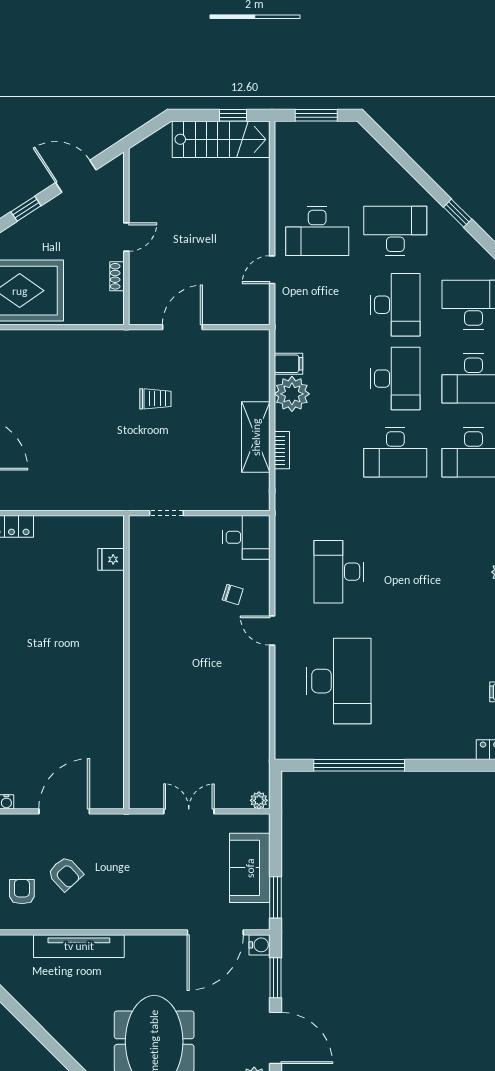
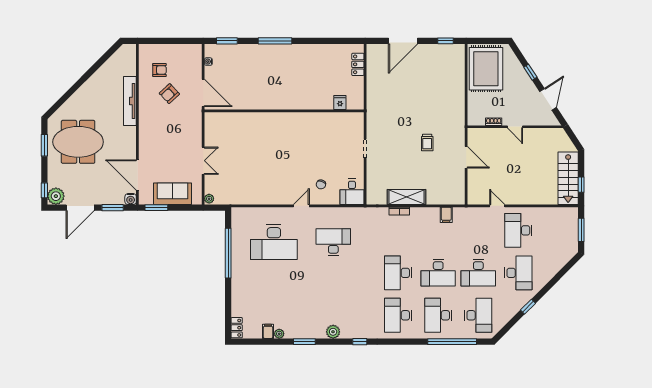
plant: (292, 394) -> (430, 217), removed
fridge: (111, 559) -> (340, 103), moved
wall: (126, 662) -> (284, 111), moved

